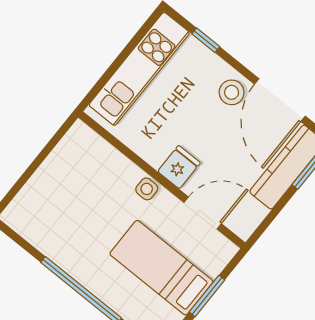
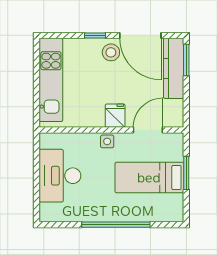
window: (206, 40) -> (95, 35), moved
desk: (63, 185) -> (60, 176), added

